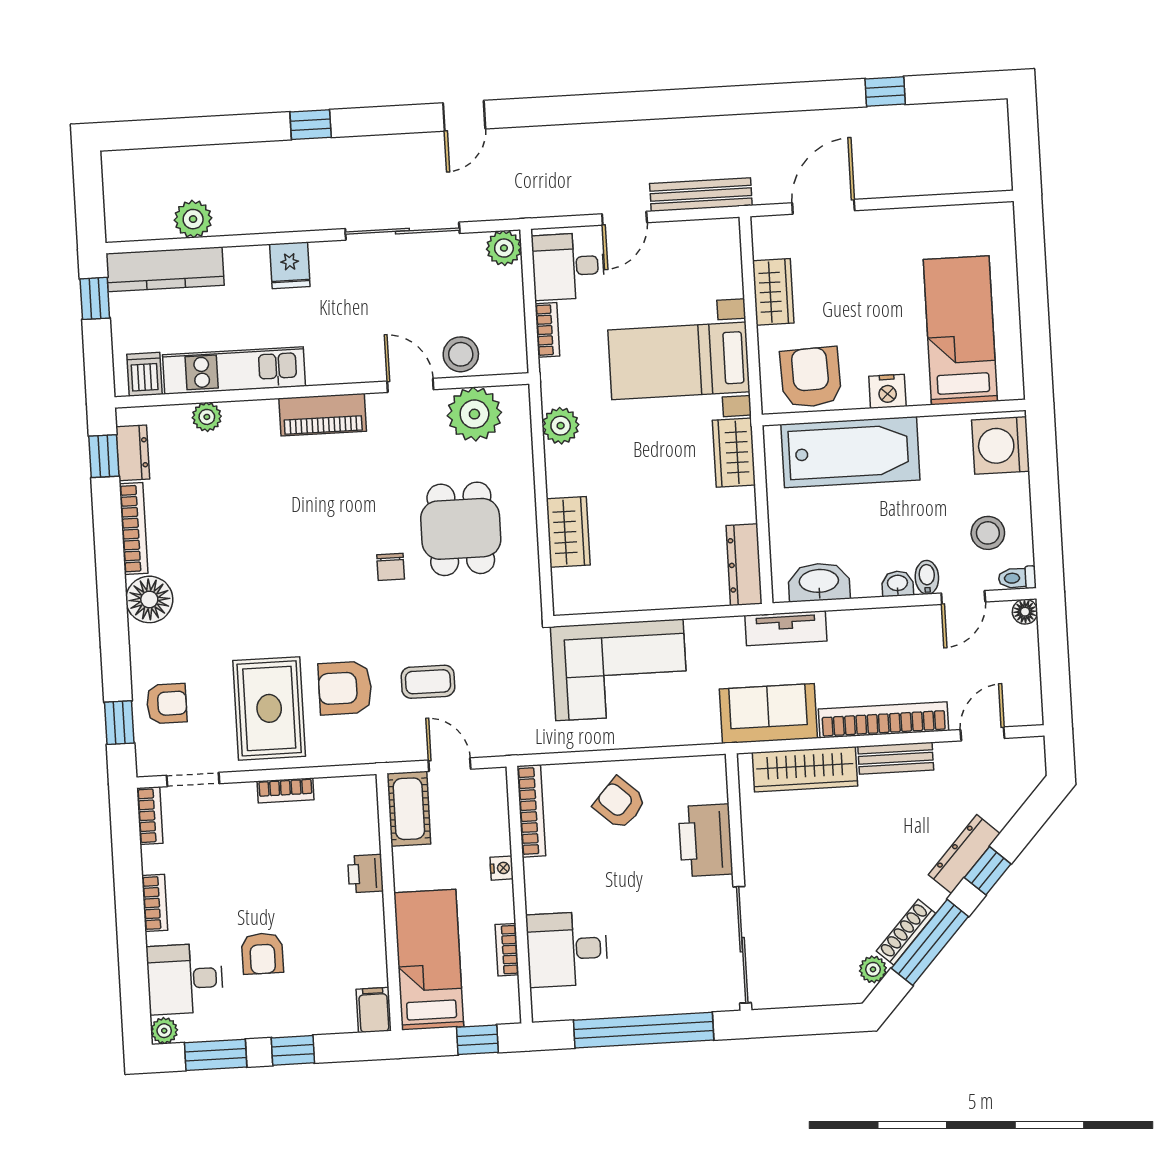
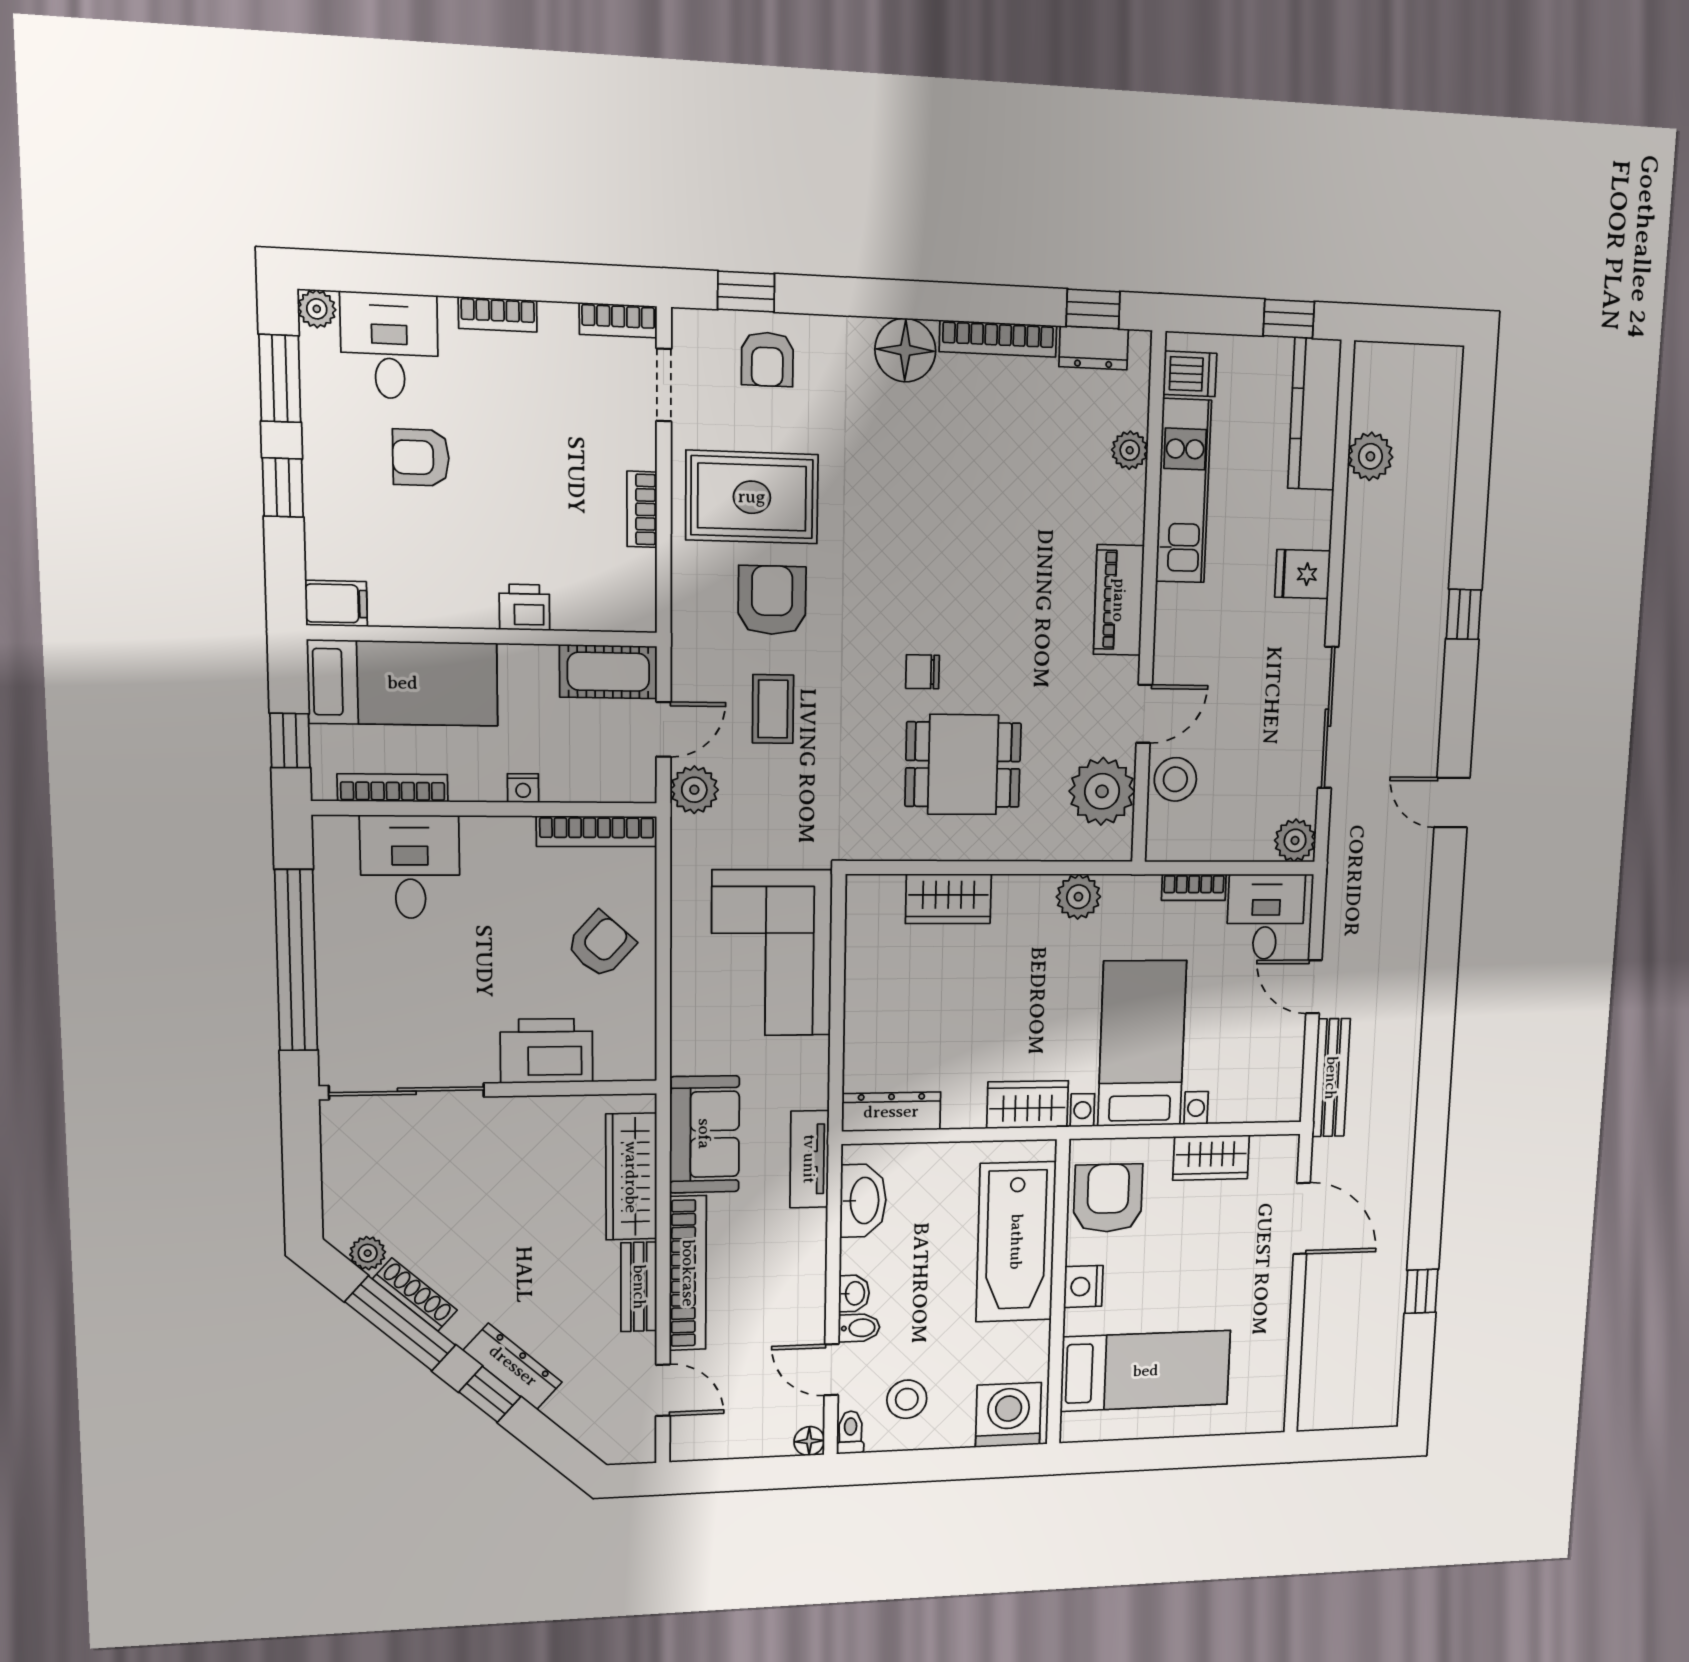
armchair: (811, 377) -> (1108, 1198), turned -88
plant: (494, 738) -> (694, 790), added
bookcase: (507, 950) -> (393, 788), width x1.56

